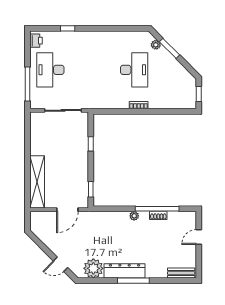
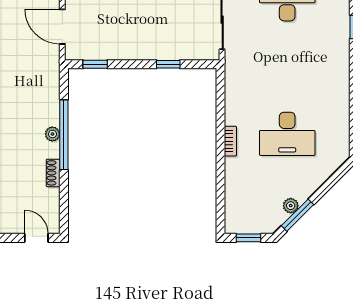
plant: (156, 45) -> (291, 206), moved
window: (169, 48) -> (297, 215), moved
window: (157, 209) -> (64, 135), moved
door: (199, 237) -> (36, 238), moved

